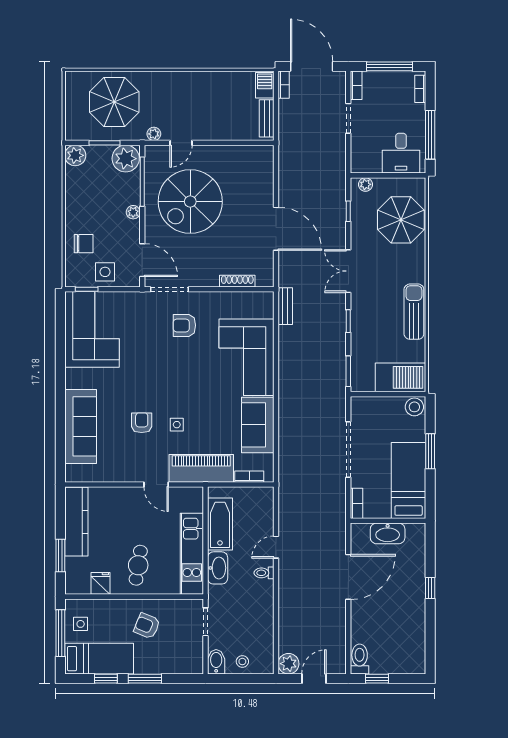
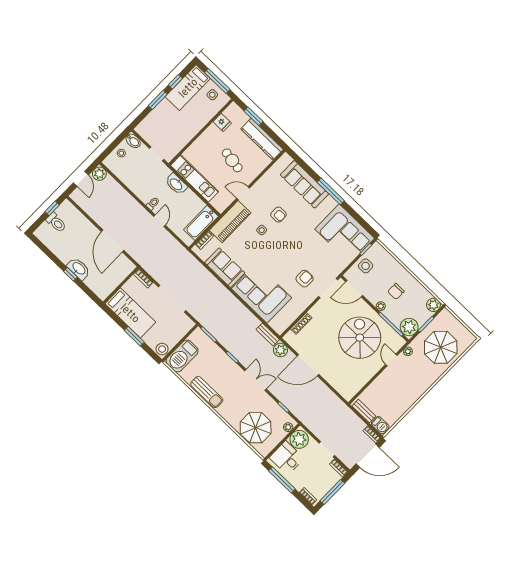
plant: (367, 159) -> (299, 439), added
chair: (84, 244) -> (396, 291), moved
plant: (289, 276) -> (280, 350), added
window: (60, 390) -> (331, 191), added
bathtub: (220, 524) -> (201, 223), moved, turned 90
washbasin: (388, 533) -> (79, 269), moved, turned 90
cafe table: (138, 565) -> (232, 160), moved
armchair: (147, 626) -> (181, 125), removed
toilet: (360, 659) -> (56, 222), moved

